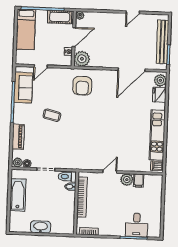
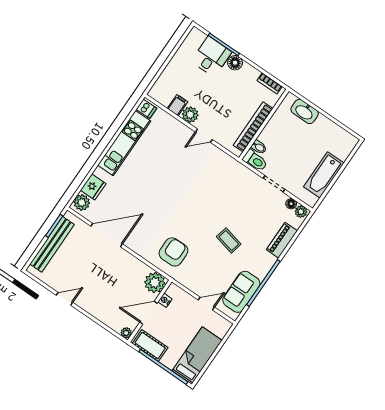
washbasin: (41, 227) -> (305, 111), moved
floor lamp: (119, 231) -> (235, 63), added

